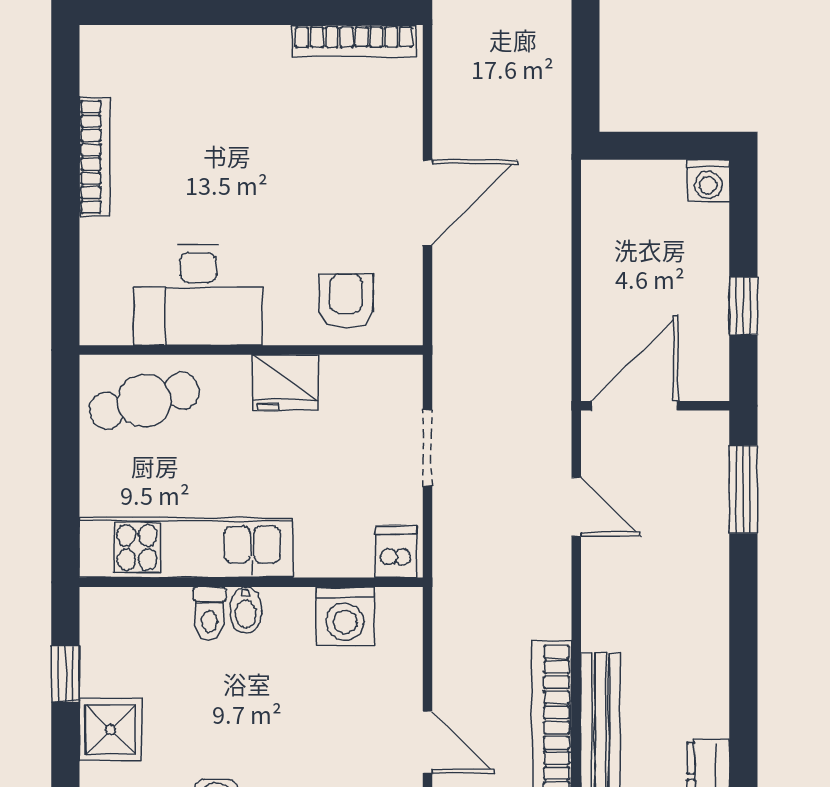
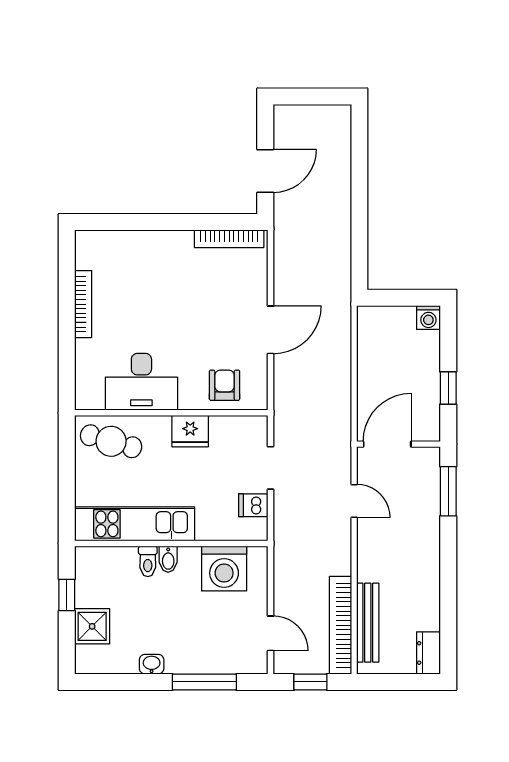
cafe table: (144, 401) -> (111, 441), turned 31
dishwasher: (396, 552) -> (253, 505), moved, turned -90
washing machine: (345, 616) -> (224, 569), width x1.37, depth x1.37

